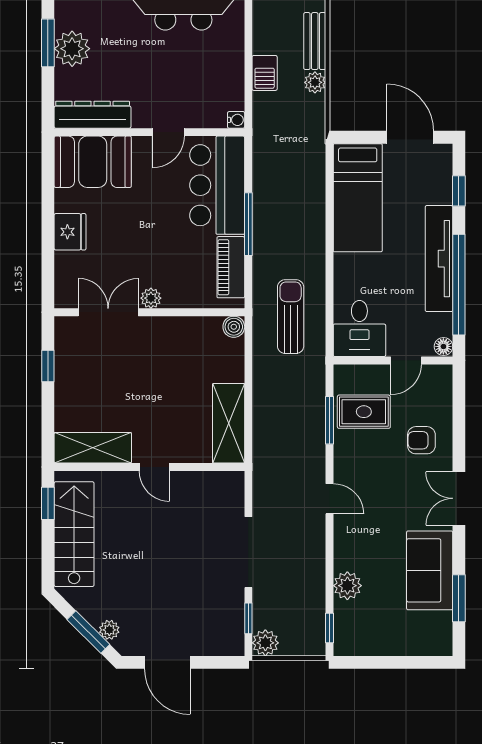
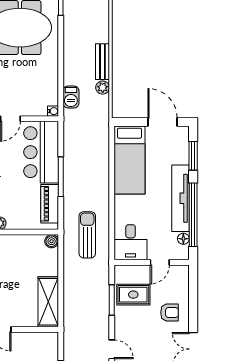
barbecue: (265, 73) -> (71, 97), moved
window: (459, 191) -> (193, 156), width x1.50
floor lamp: (443, 346) -> (183, 239), moved
armchair: (421, 440) -> (170, 313), turned 180

